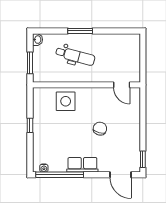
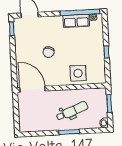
dental chair: (75, 56) -> (72, 111), turned 144
door: (122, 85) -> (32, 89), width x1.88
row of seats: (82, 165) -> (76, 21), moved

